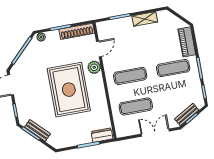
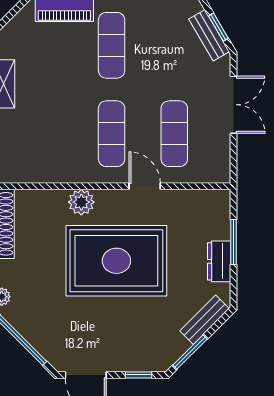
door: (99, 49) -> (145, 186), moved
bench: (37, 130) -> (204, 320), moved
double door: (155, 133) -> (233, 105), swing flipped
dresser: (102, 135) -> (219, 261), moved

